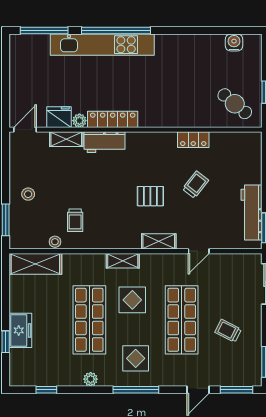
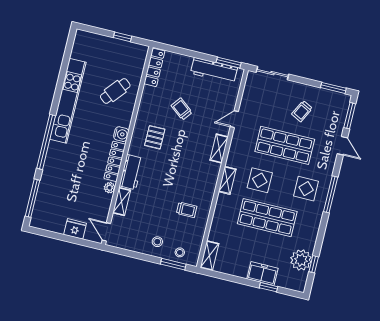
water cooler: (234, 42) -> (121, 134), moved, turned 180
kitchen unit: (102, 45) -> (68, 101), moved
cafe table: (235, 104) -> (115, 91), moved
fridge: (59, 117) -> (75, 229), moved, turned 90
locker: (193, 140) -> (154, 67), moved, width x1.53
pallet: (150, 196) -> (155, 137), moved
stool: (55, 242) -> (180, 252), moved
door: (199, 251) -> (234, 119), swing flipped
shelving: (35, 264) -> (209, 256), width x0.67, depth x0.75
plant: (91, 379) -> (301, 260), moved, width x1.88, depth x1.88

